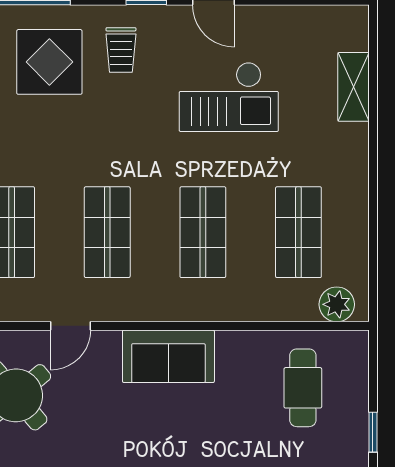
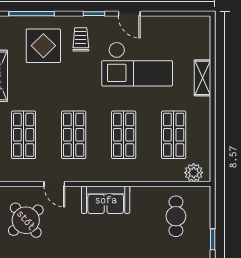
trolley: (121, 50) -> (81, 39), turned 180
shelving: (353, 87) -> (202, 78), moved
checkout: (229, 97) -> (137, 64), width x1.36, depth x1.21
door: (70, 326) -> (54, 184), hinge flipped

